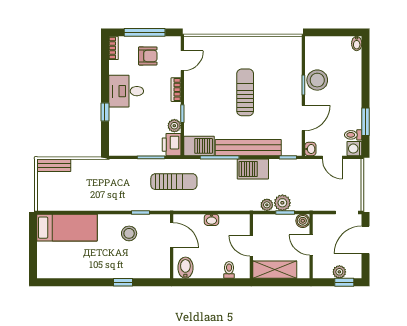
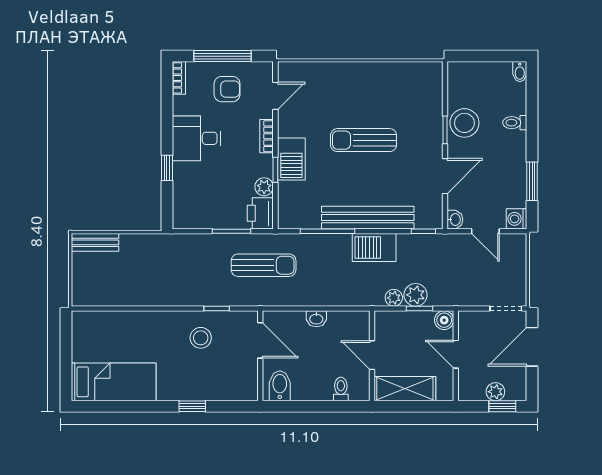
sun lounger: (245, 92) -> (363, 140), turned -90
toilet: (353, 135) -> (515, 123), moved
barbecue: (199, 146) -> (291, 159), moved, turned 90
bed: (67, 228) -> (114, 382), moved

